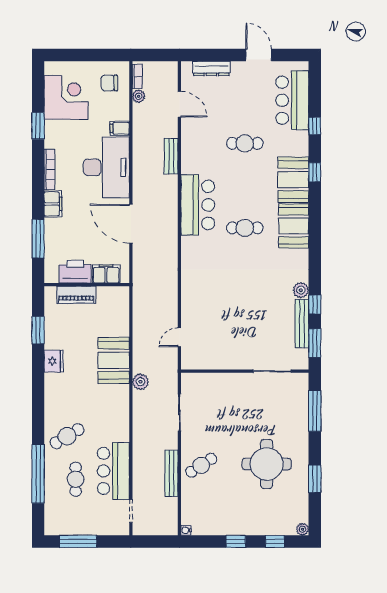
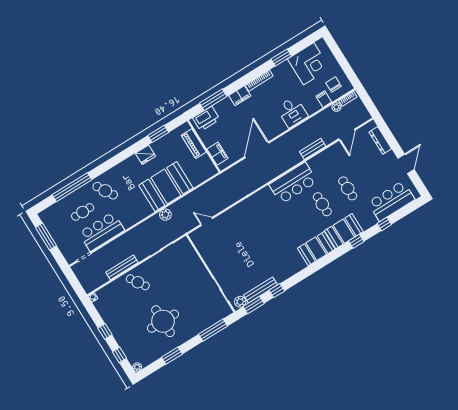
filing cabinet: (120, 128) -> (324, 99), moved
desk: (106, 167) -> (292, 112), width x0.53, depth x0.77
cafe table: (245, 228) -> (322, 204), moved
printer: (75, 272) -> (206, 119), moved, turned 90
plant: (301, 290) -> (240, 302), moved
booth: (114, 360) -> (166, 187), width x1.36, depth x1.42

